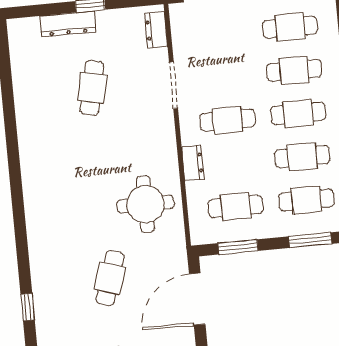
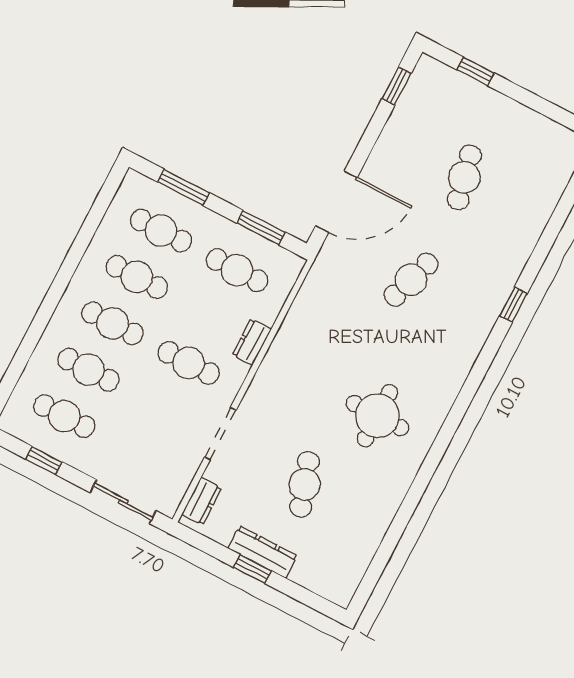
dresser: (68, 24) -> (263, 552), moved
cafe table: (92, 88) -> (305, 484), turned -30
round table: (145, 204) -> (377, 416), moved

